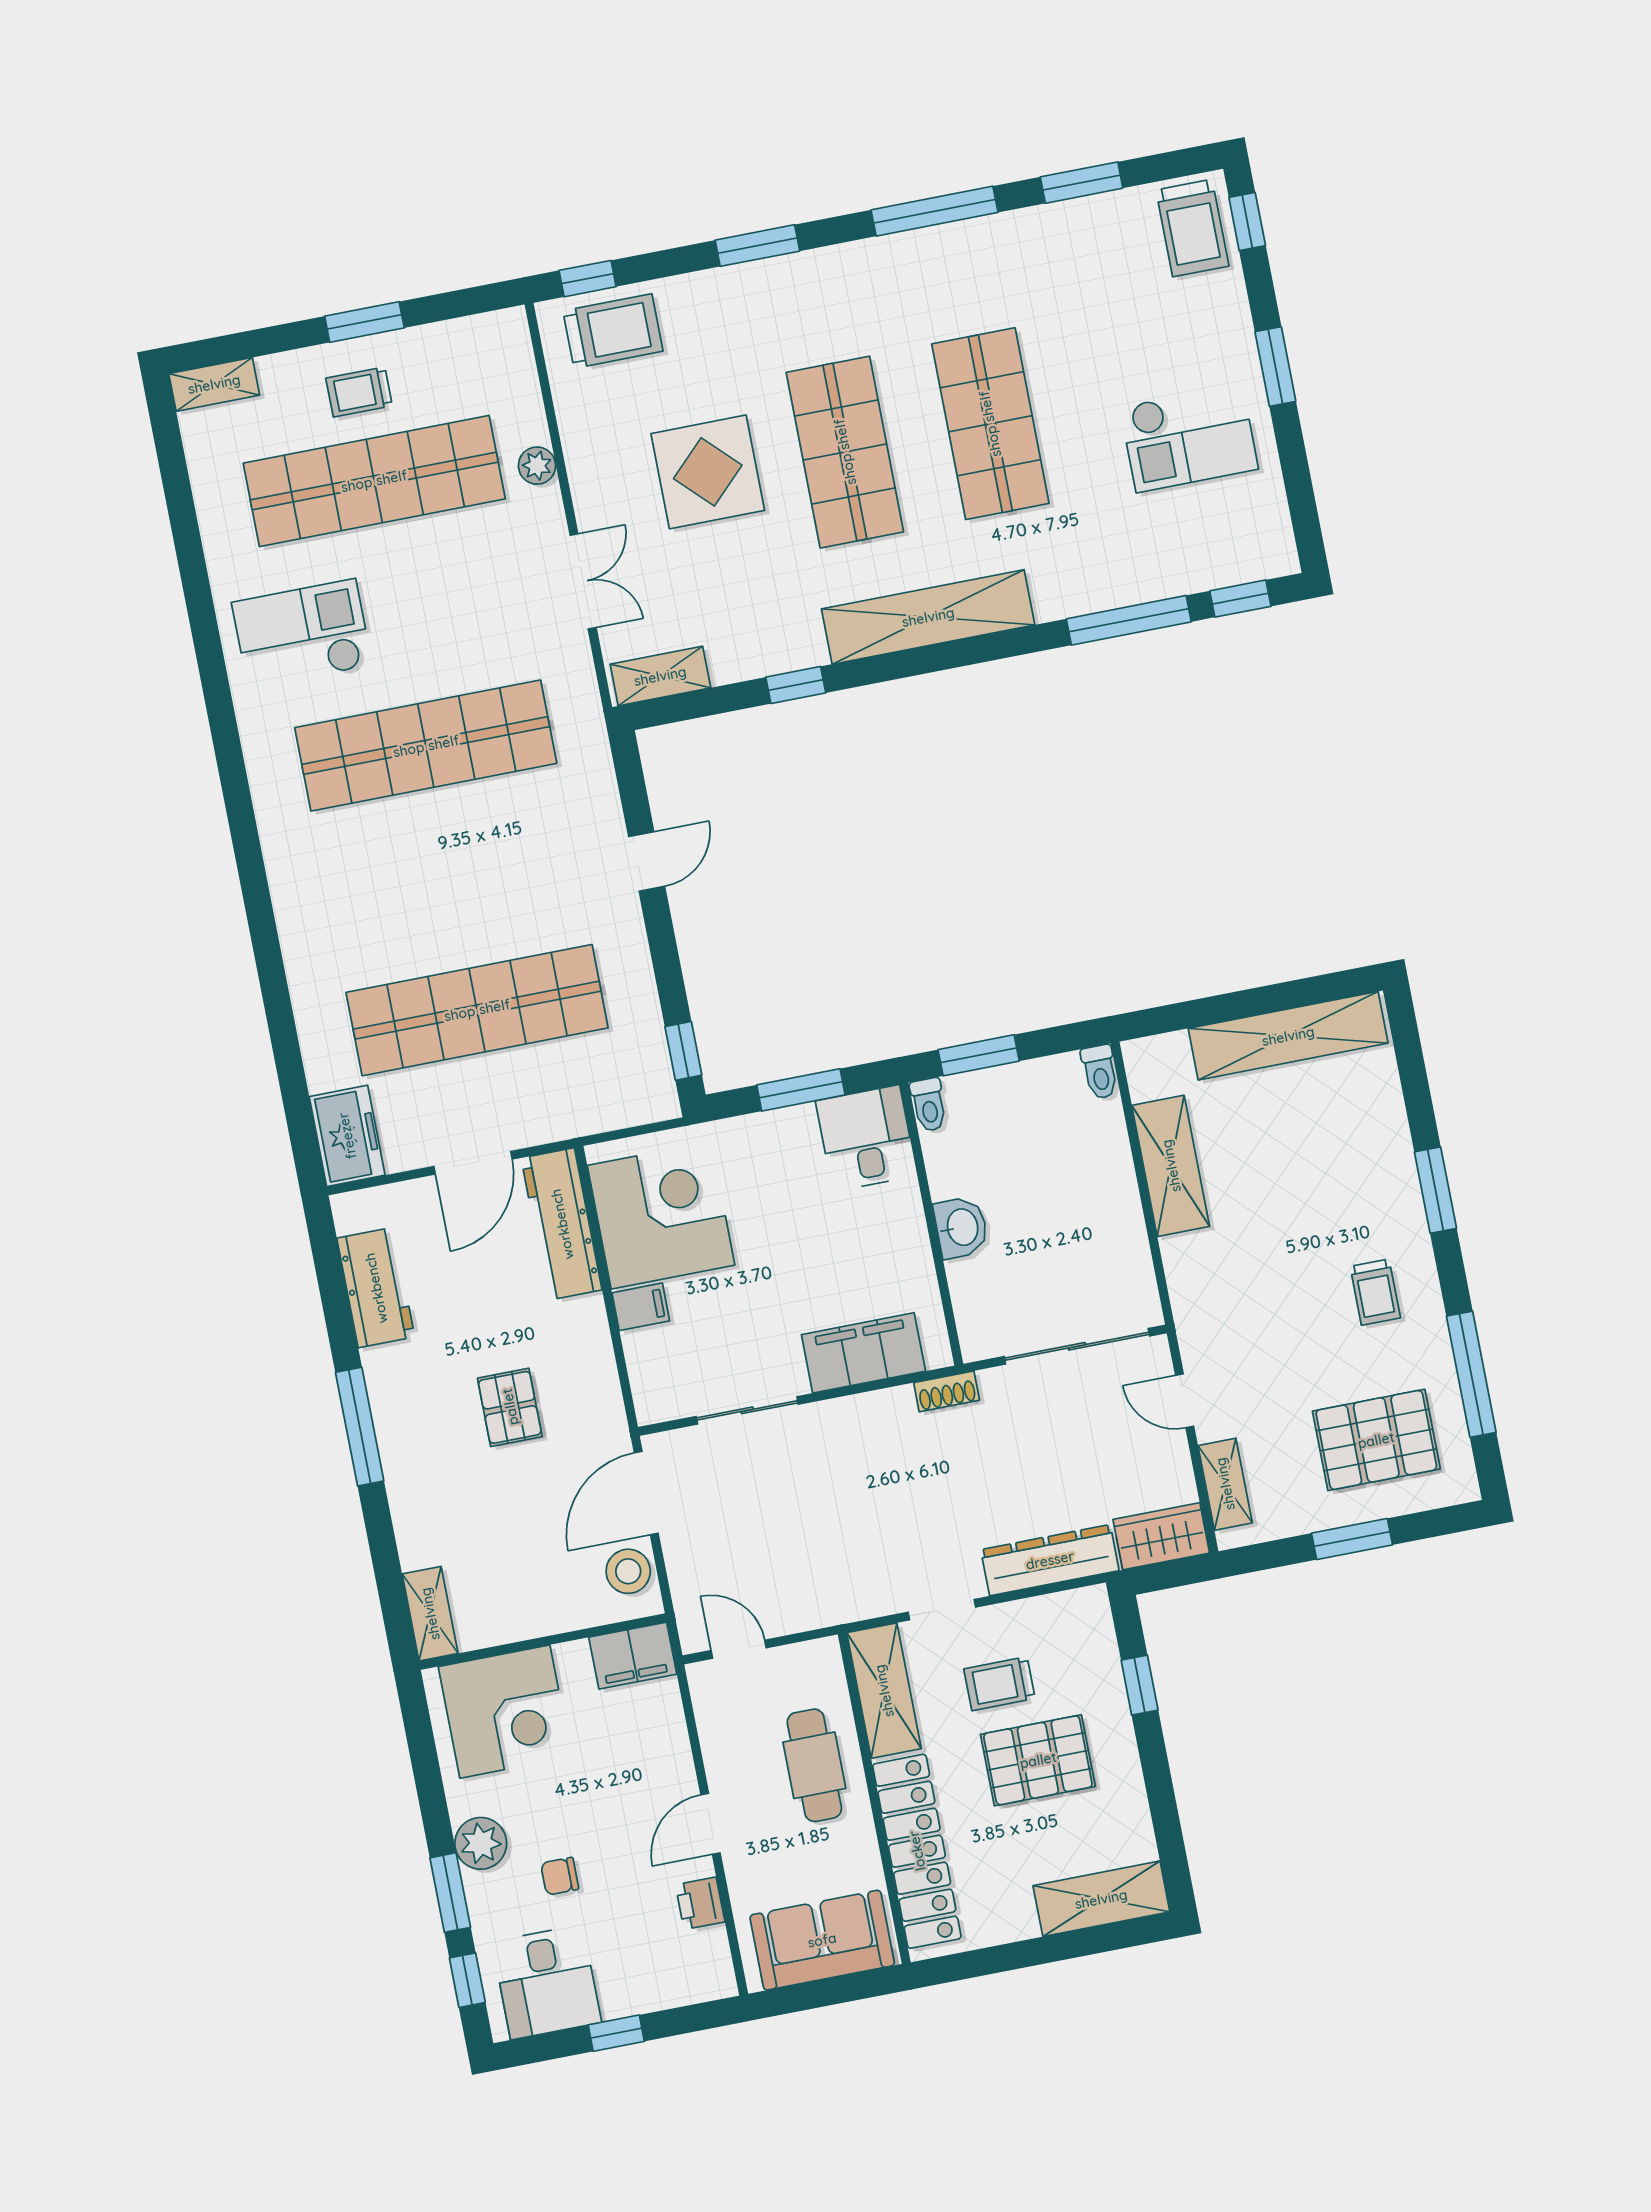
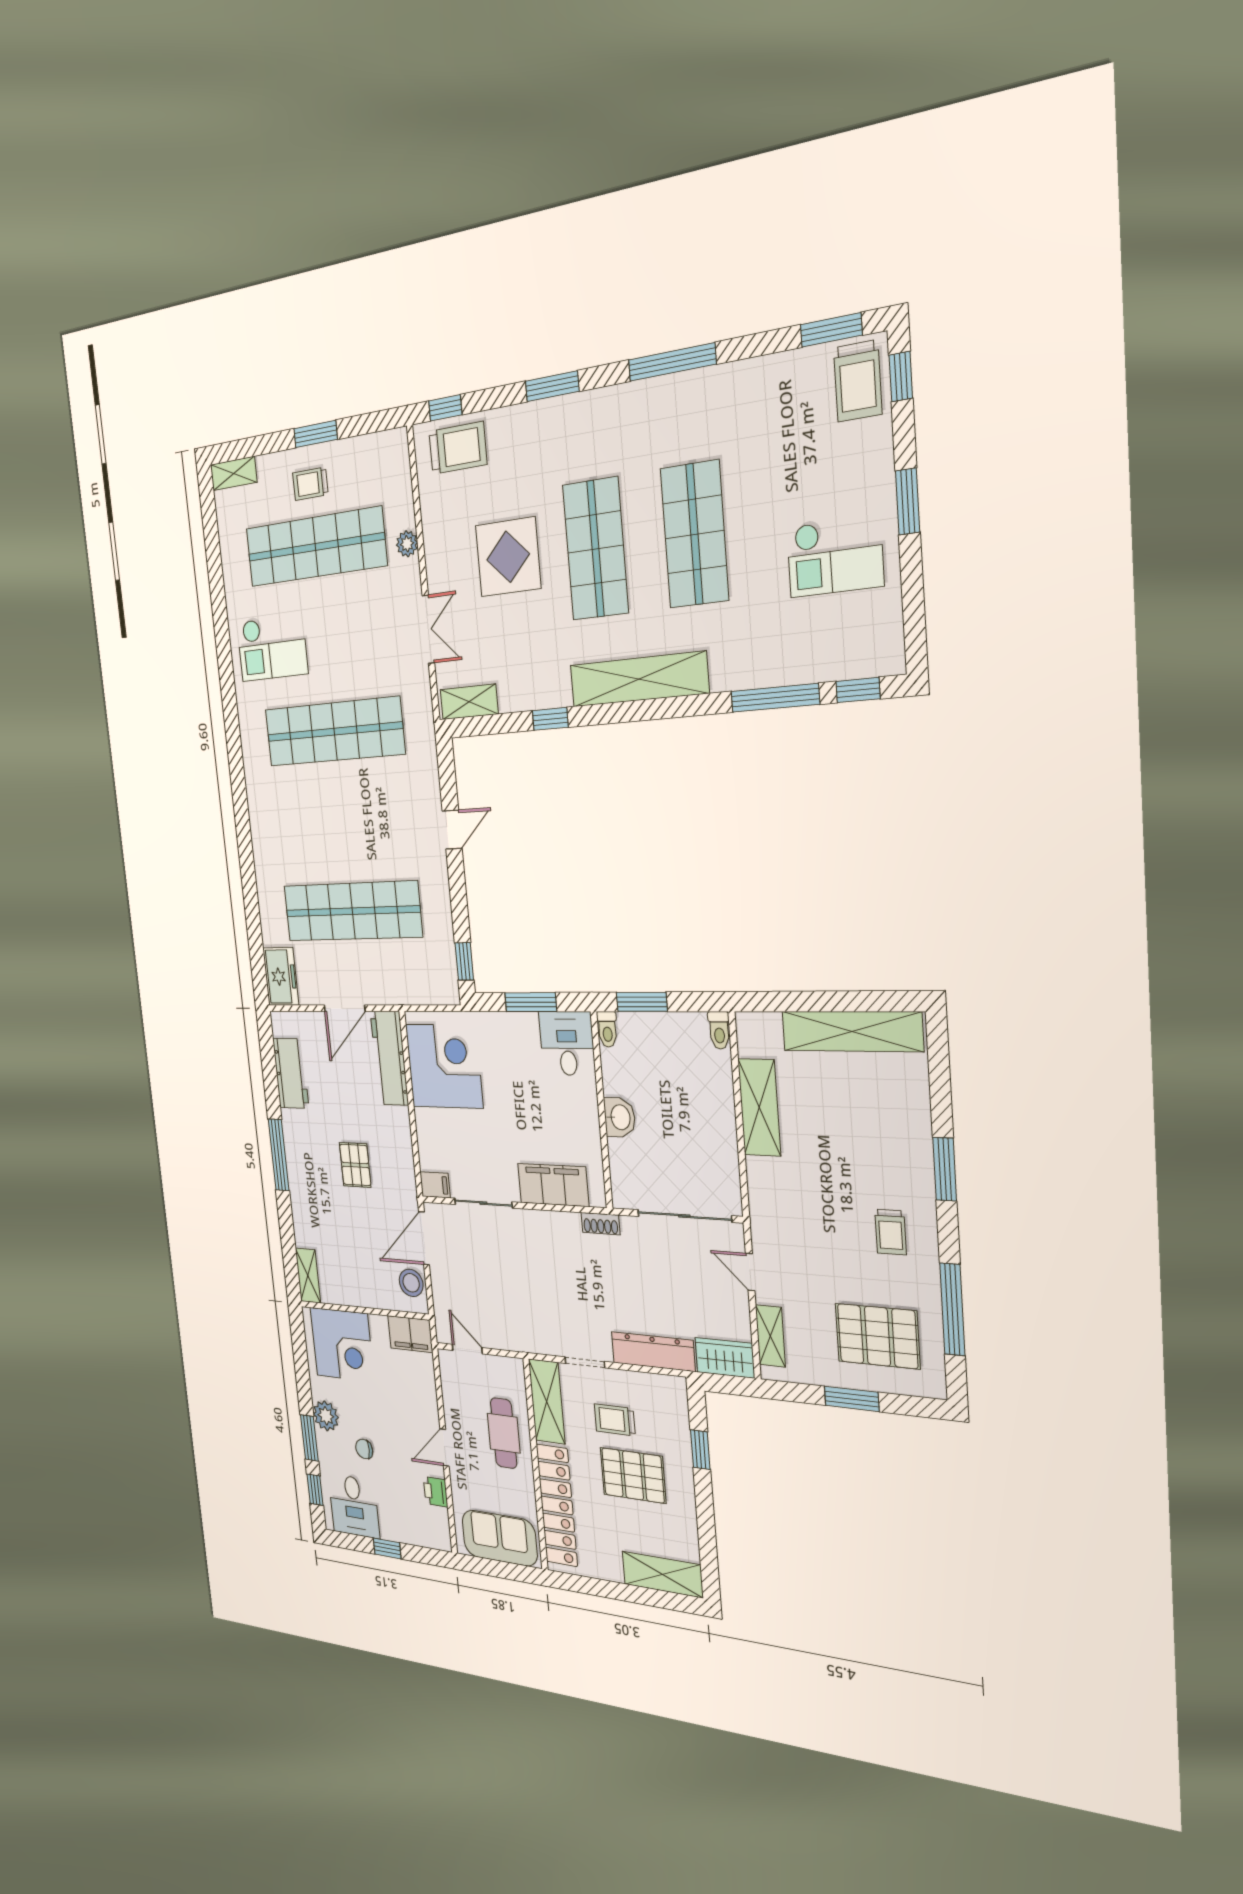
window: (1082, 183) -> (831, 330), moved
checkout: (302, 634) -> (272, 648), turned 180
filing cabinet: (641, 1307) -> (435, 1185), moved

